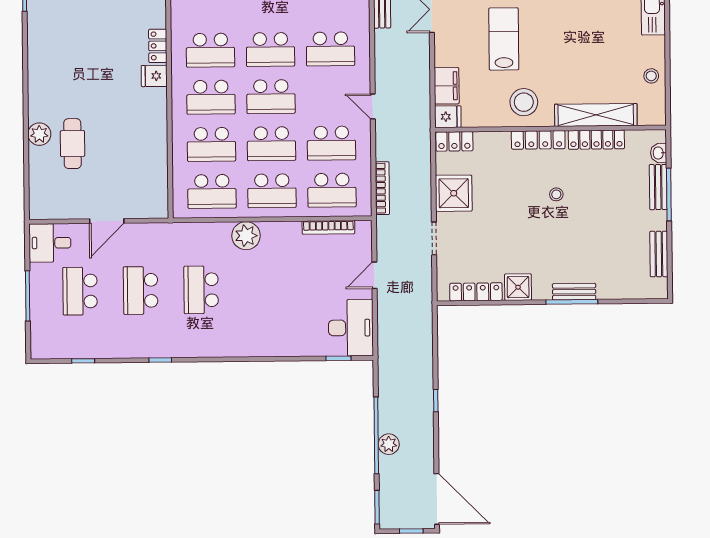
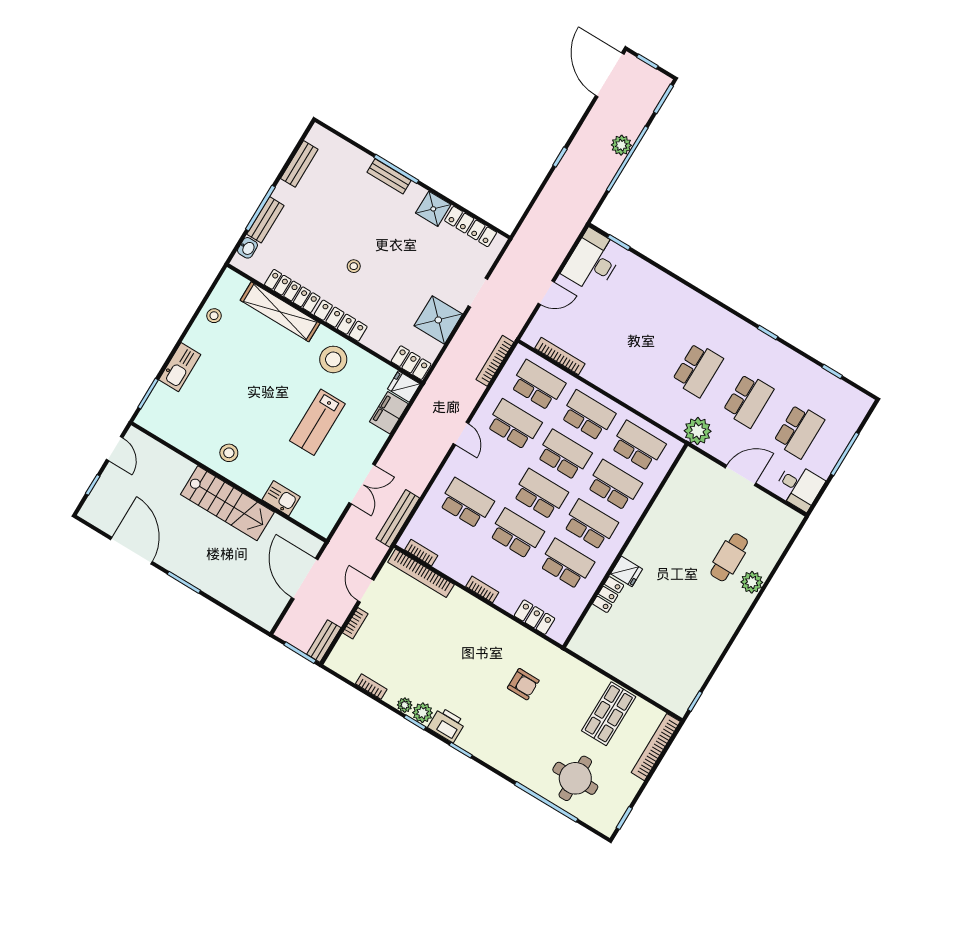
plant: (246, 236) -> (698, 431), moved

